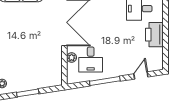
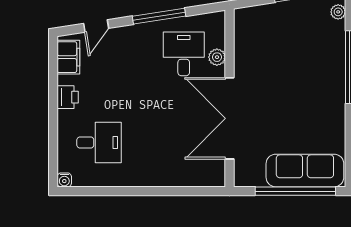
printer: (154, 35) -> (68, 97), width x0.53, depth x0.68
filing cabinet: (157, 58) -> (68, 57), added

